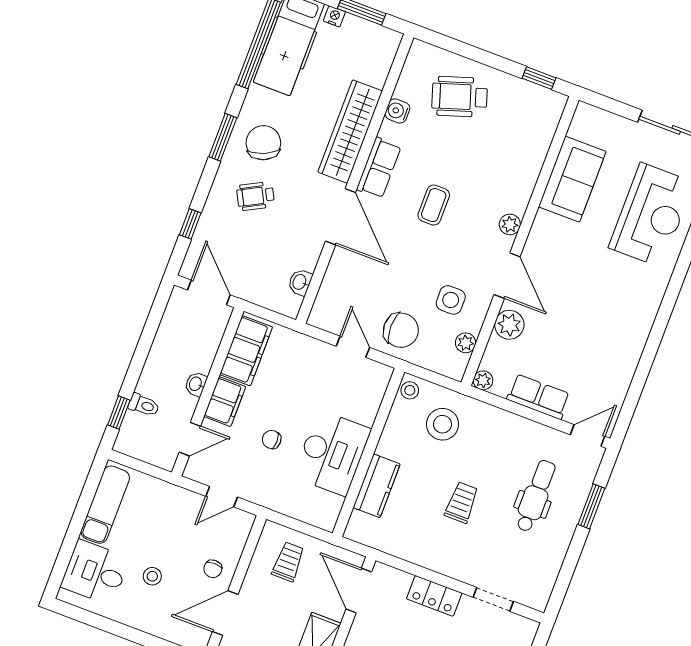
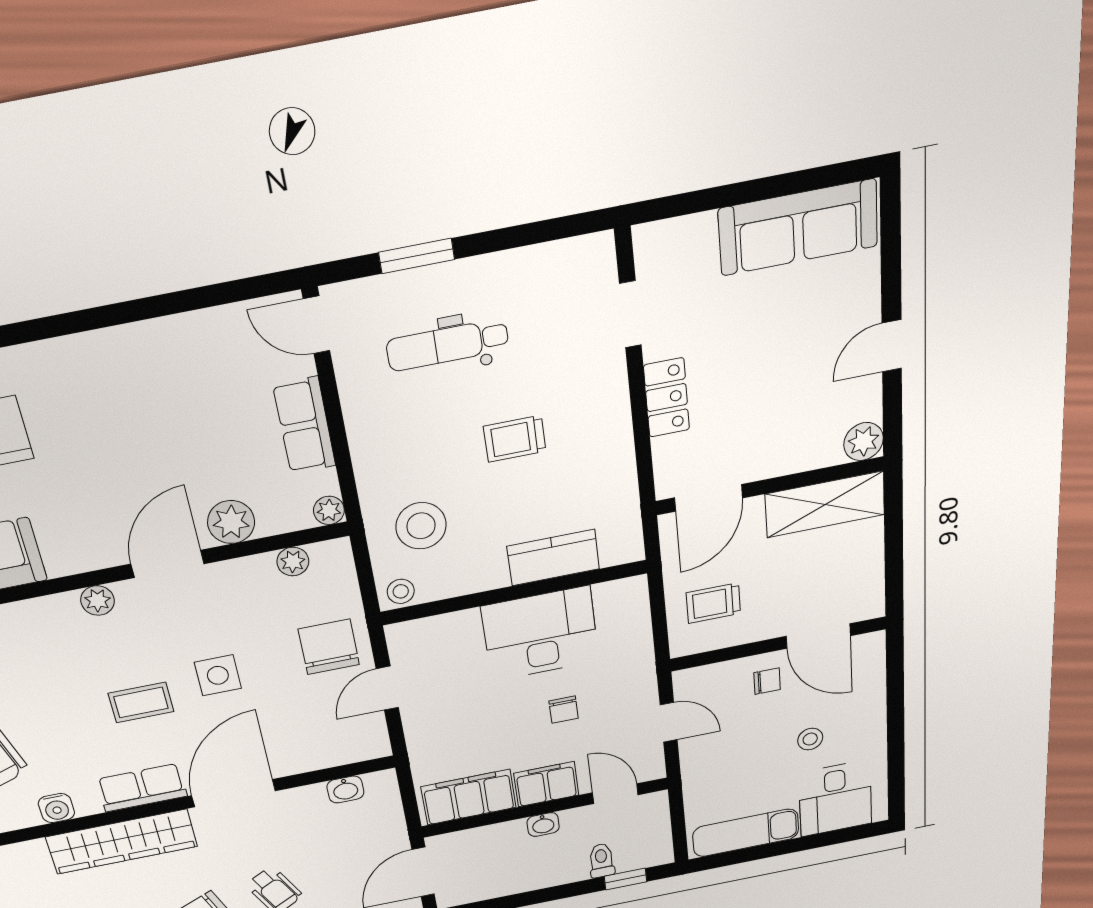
side table: (451, 300) -> (218, 675), moved

